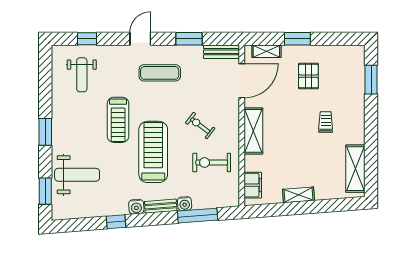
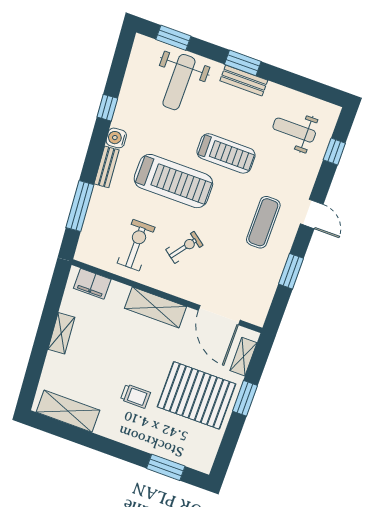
bench: (221, 52) -> (244, 80), moved, turned 90
pallet: (308, 76) -> (197, 395), width x2.05, depth x2.00
treadmill: (118, 120) -> (226, 153), turned 180
water cooler: (185, 204) -> (100, 196), removed

